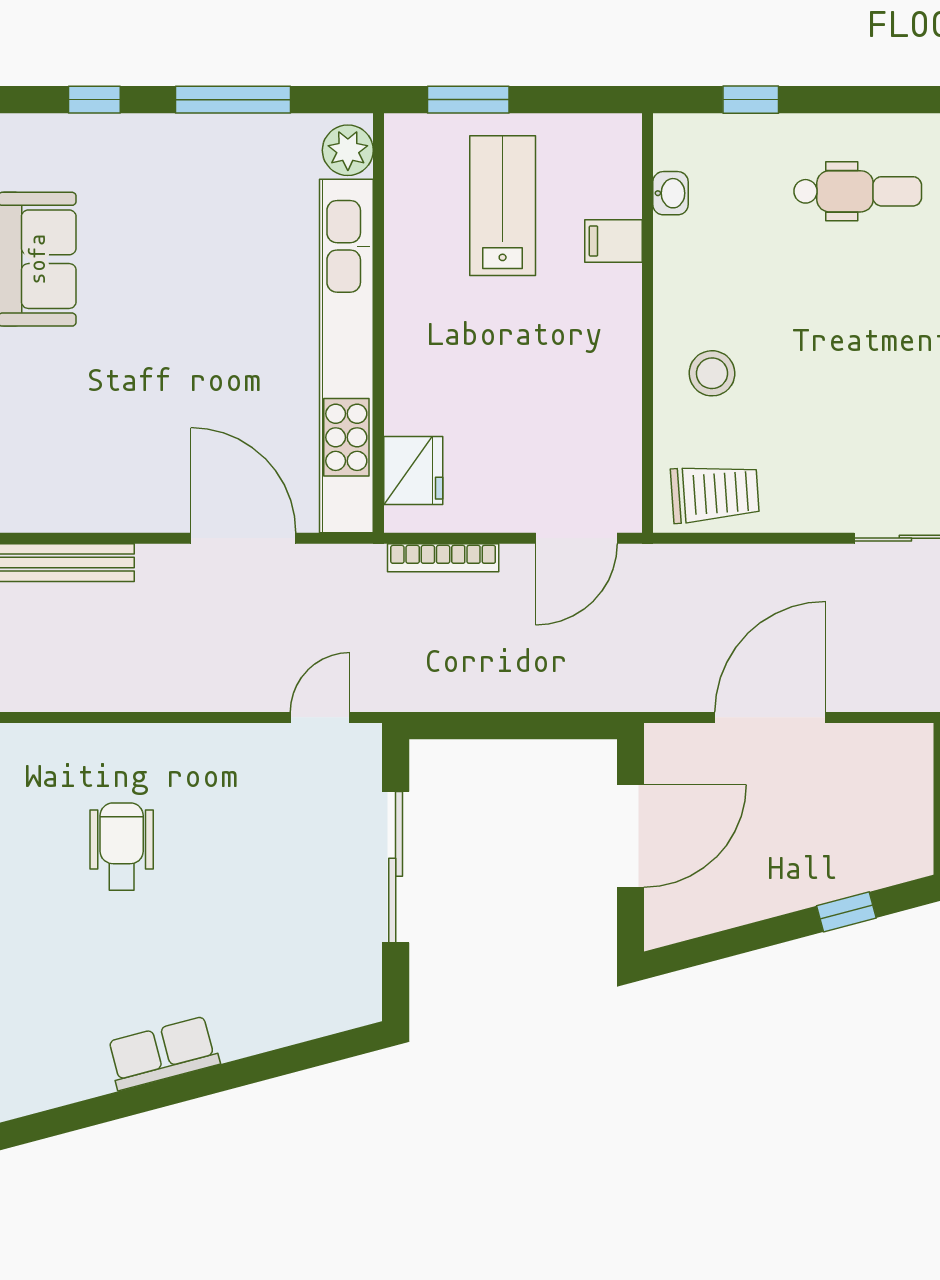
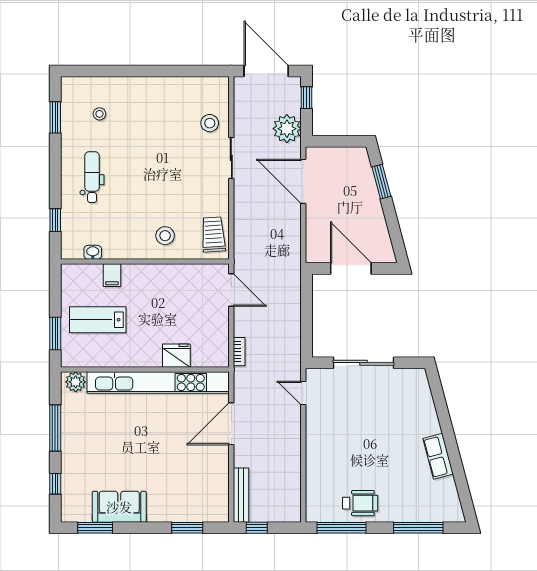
fridge: (413, 470) -> (176, 356), moved
bookcase: (443, 558) -> (239, 352), width x0.64
door: (770, 717) -> (303, 181), moved
wheelchair: (122, 846) -> (360, 503), moved, turned 180
window: (846, 912) -> (381, 182), width x1.50

